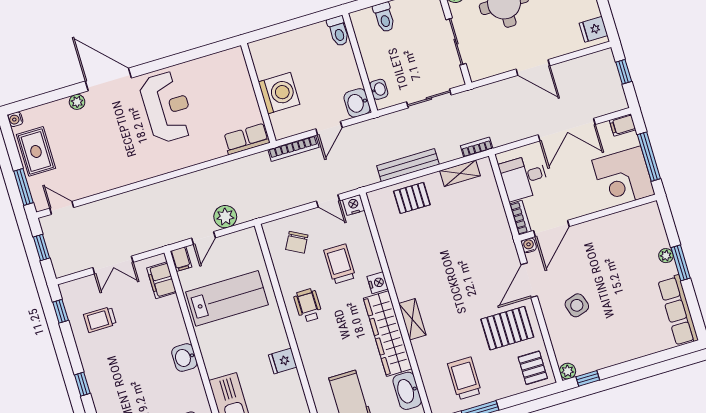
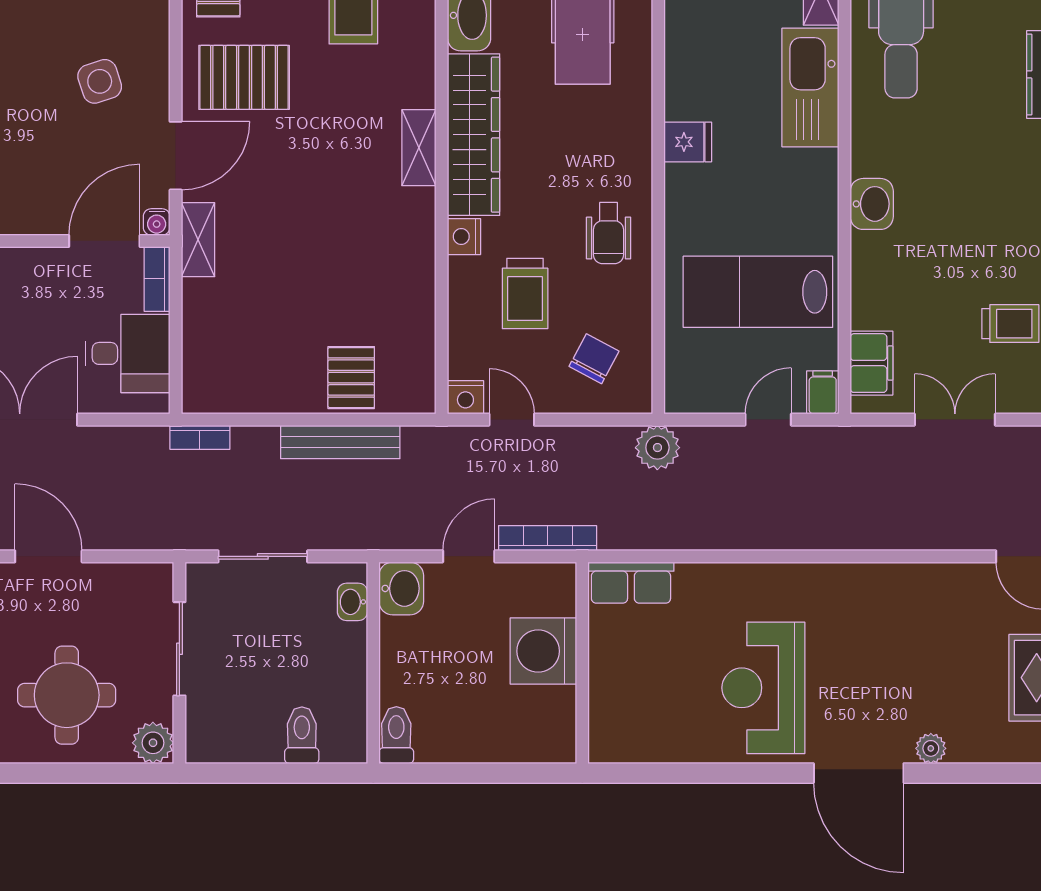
shelving: (460, 173) -> (198, 240), moved, turned 90
pallet: (412, 198) -> (351, 378), turned 90
plant: (225, 217) -> (657, 448), moved

